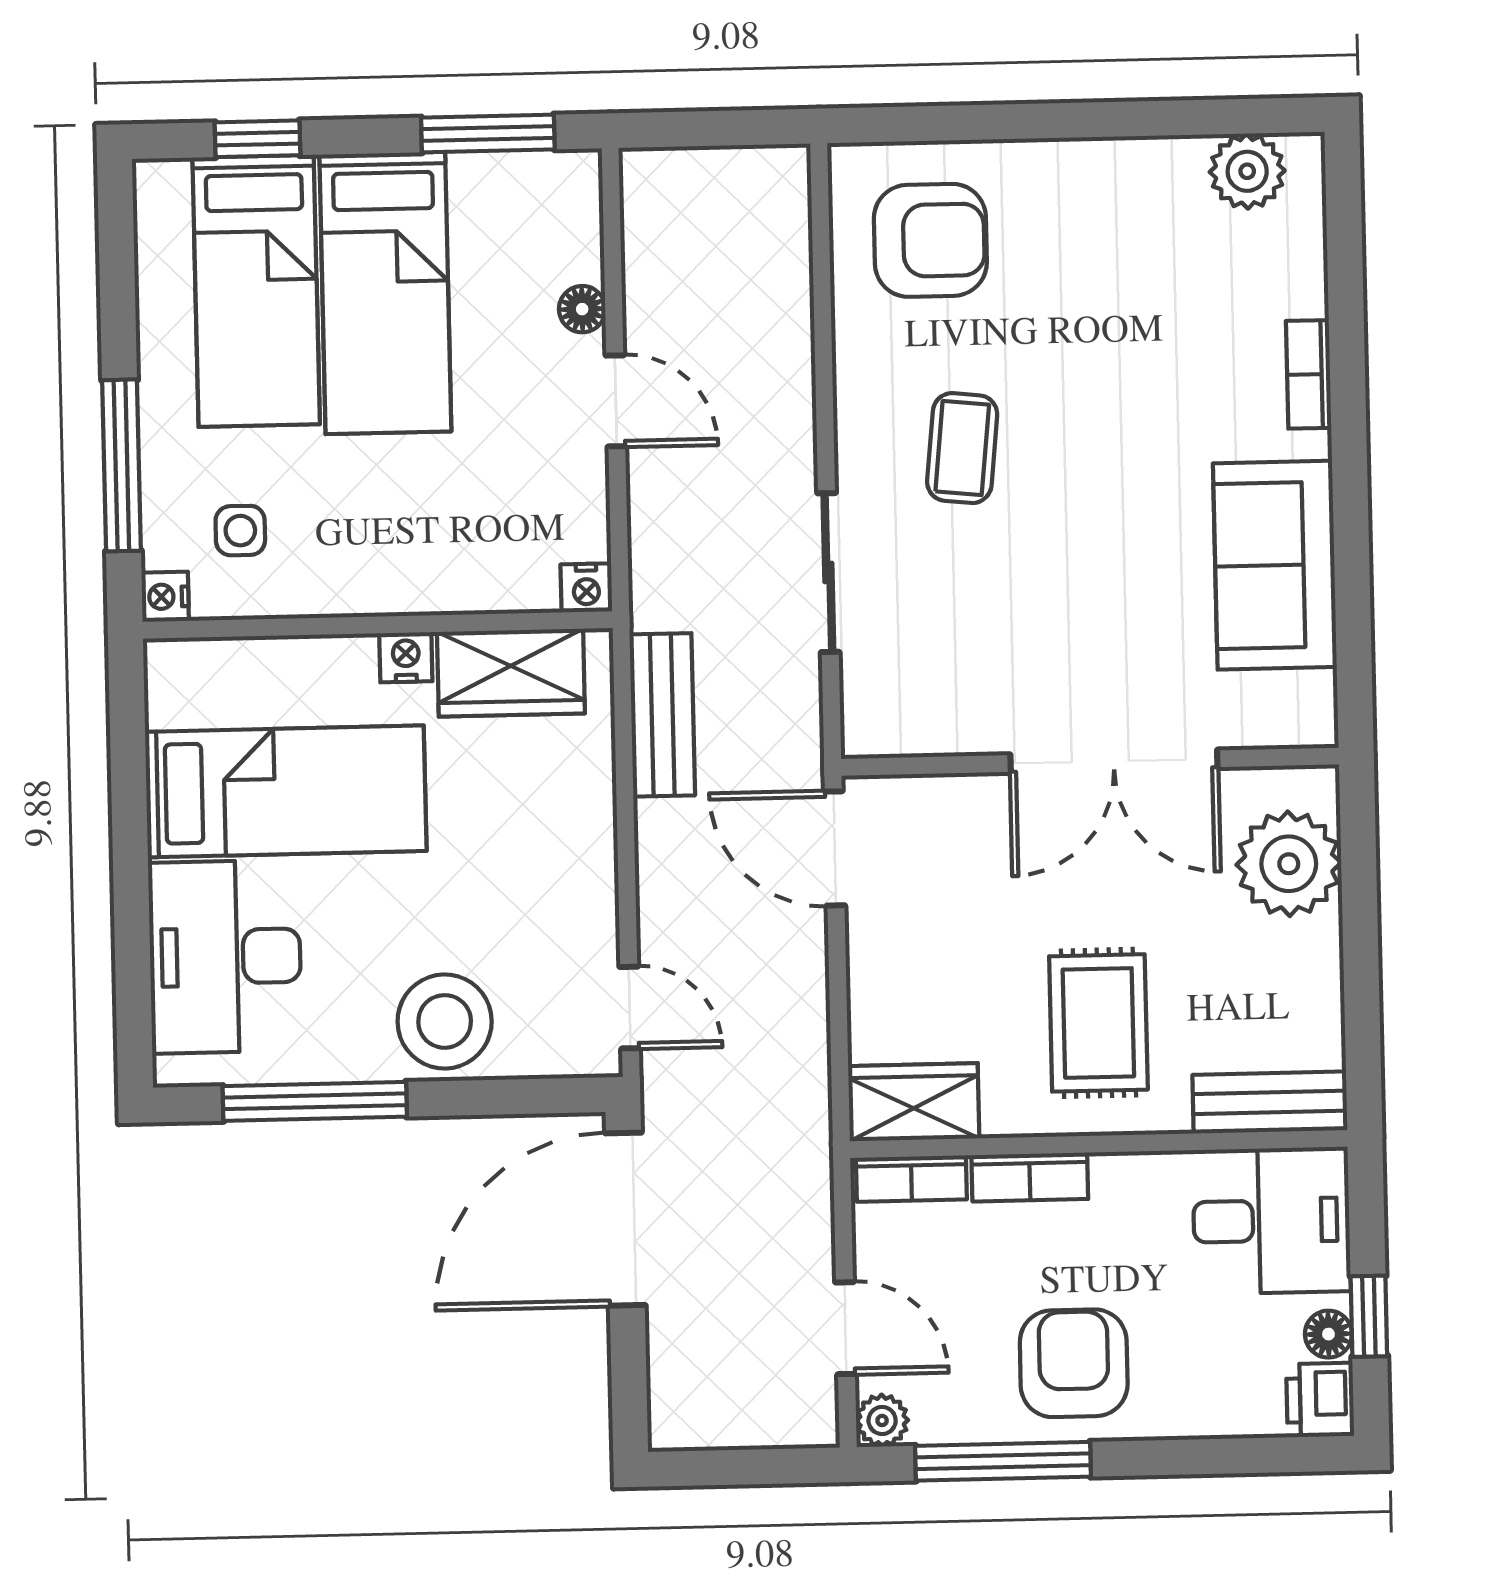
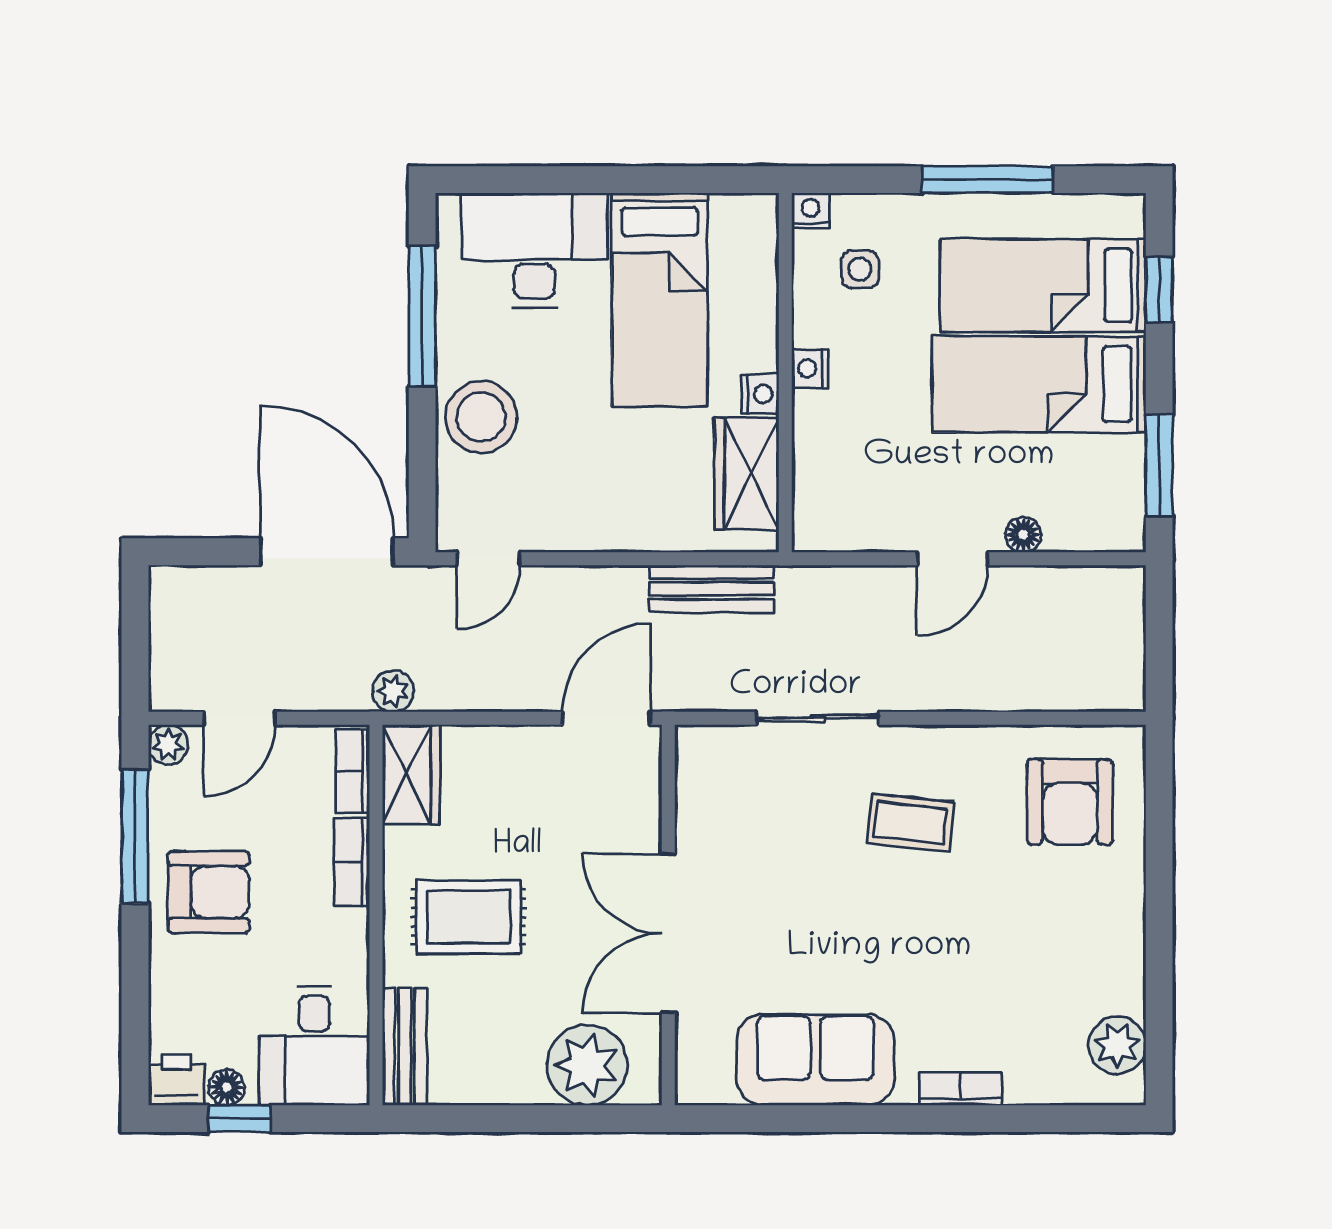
window: (121, 465) -> (988, 180), moved
nightstand: (586, 588) -> (810, 368), moved
plant: (806, 1128) -> (393, 691), added

